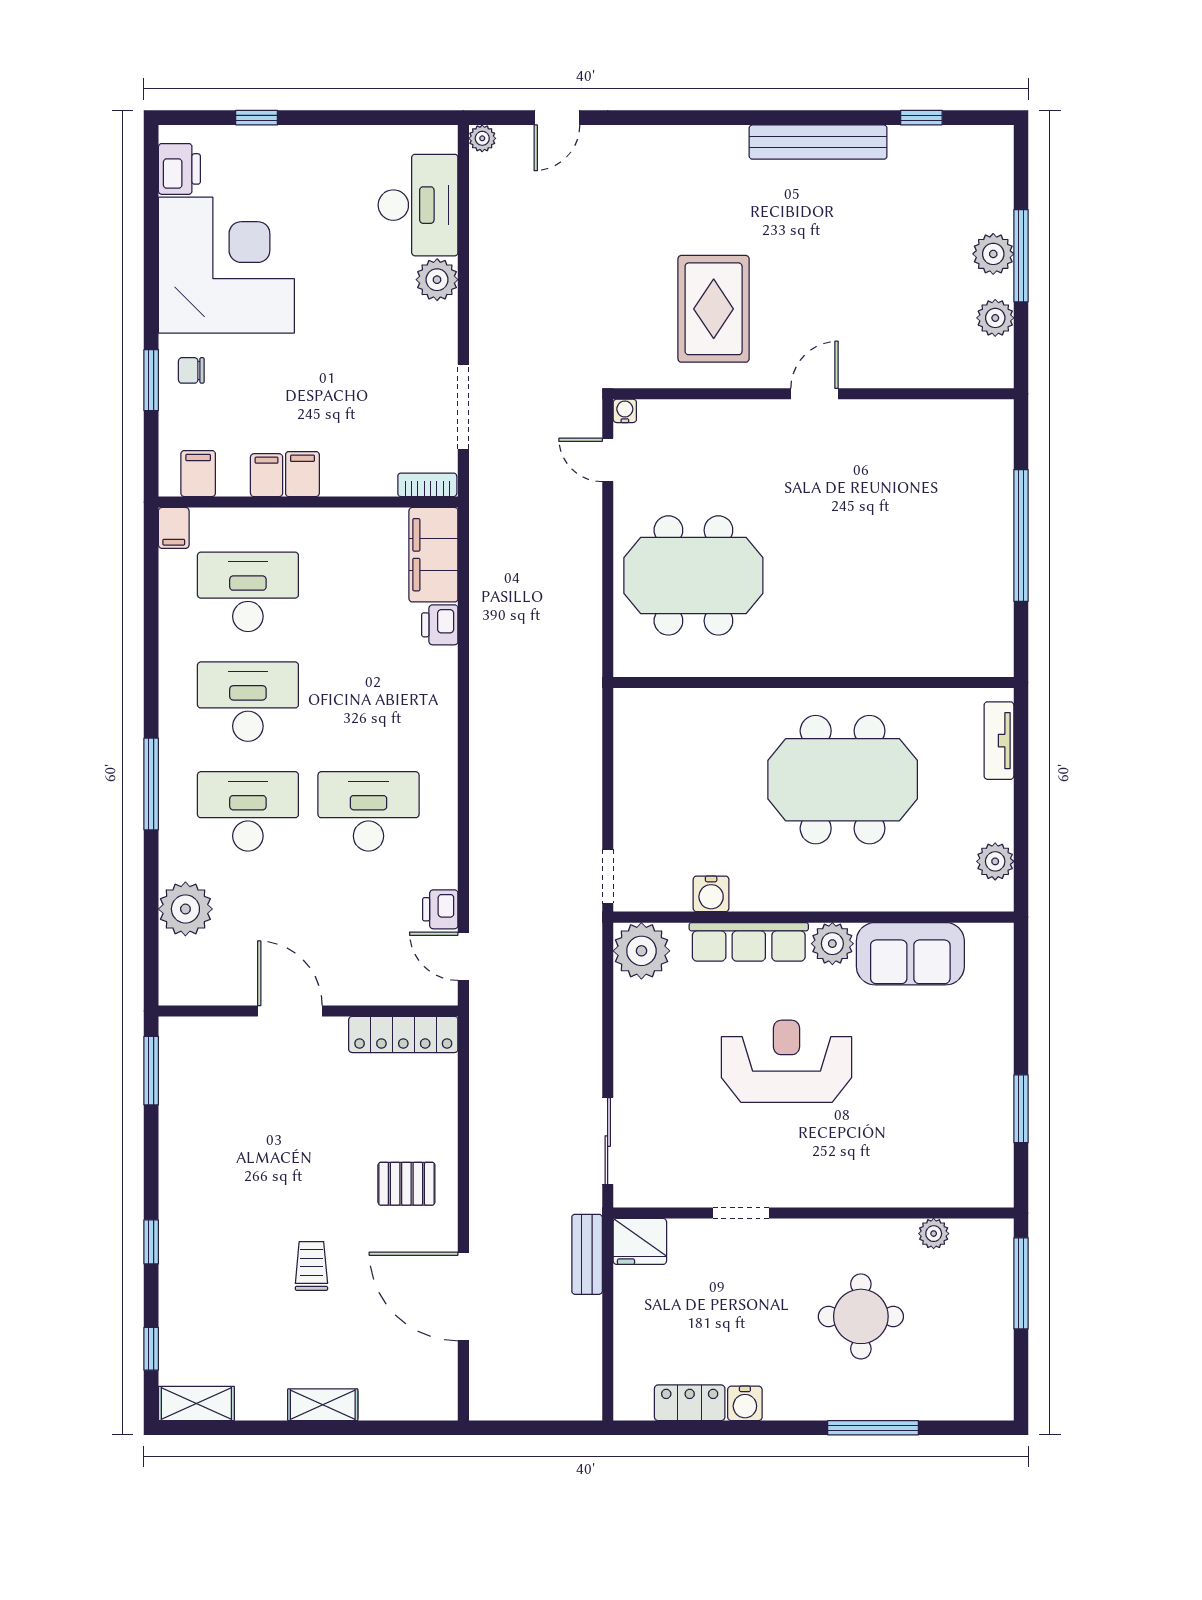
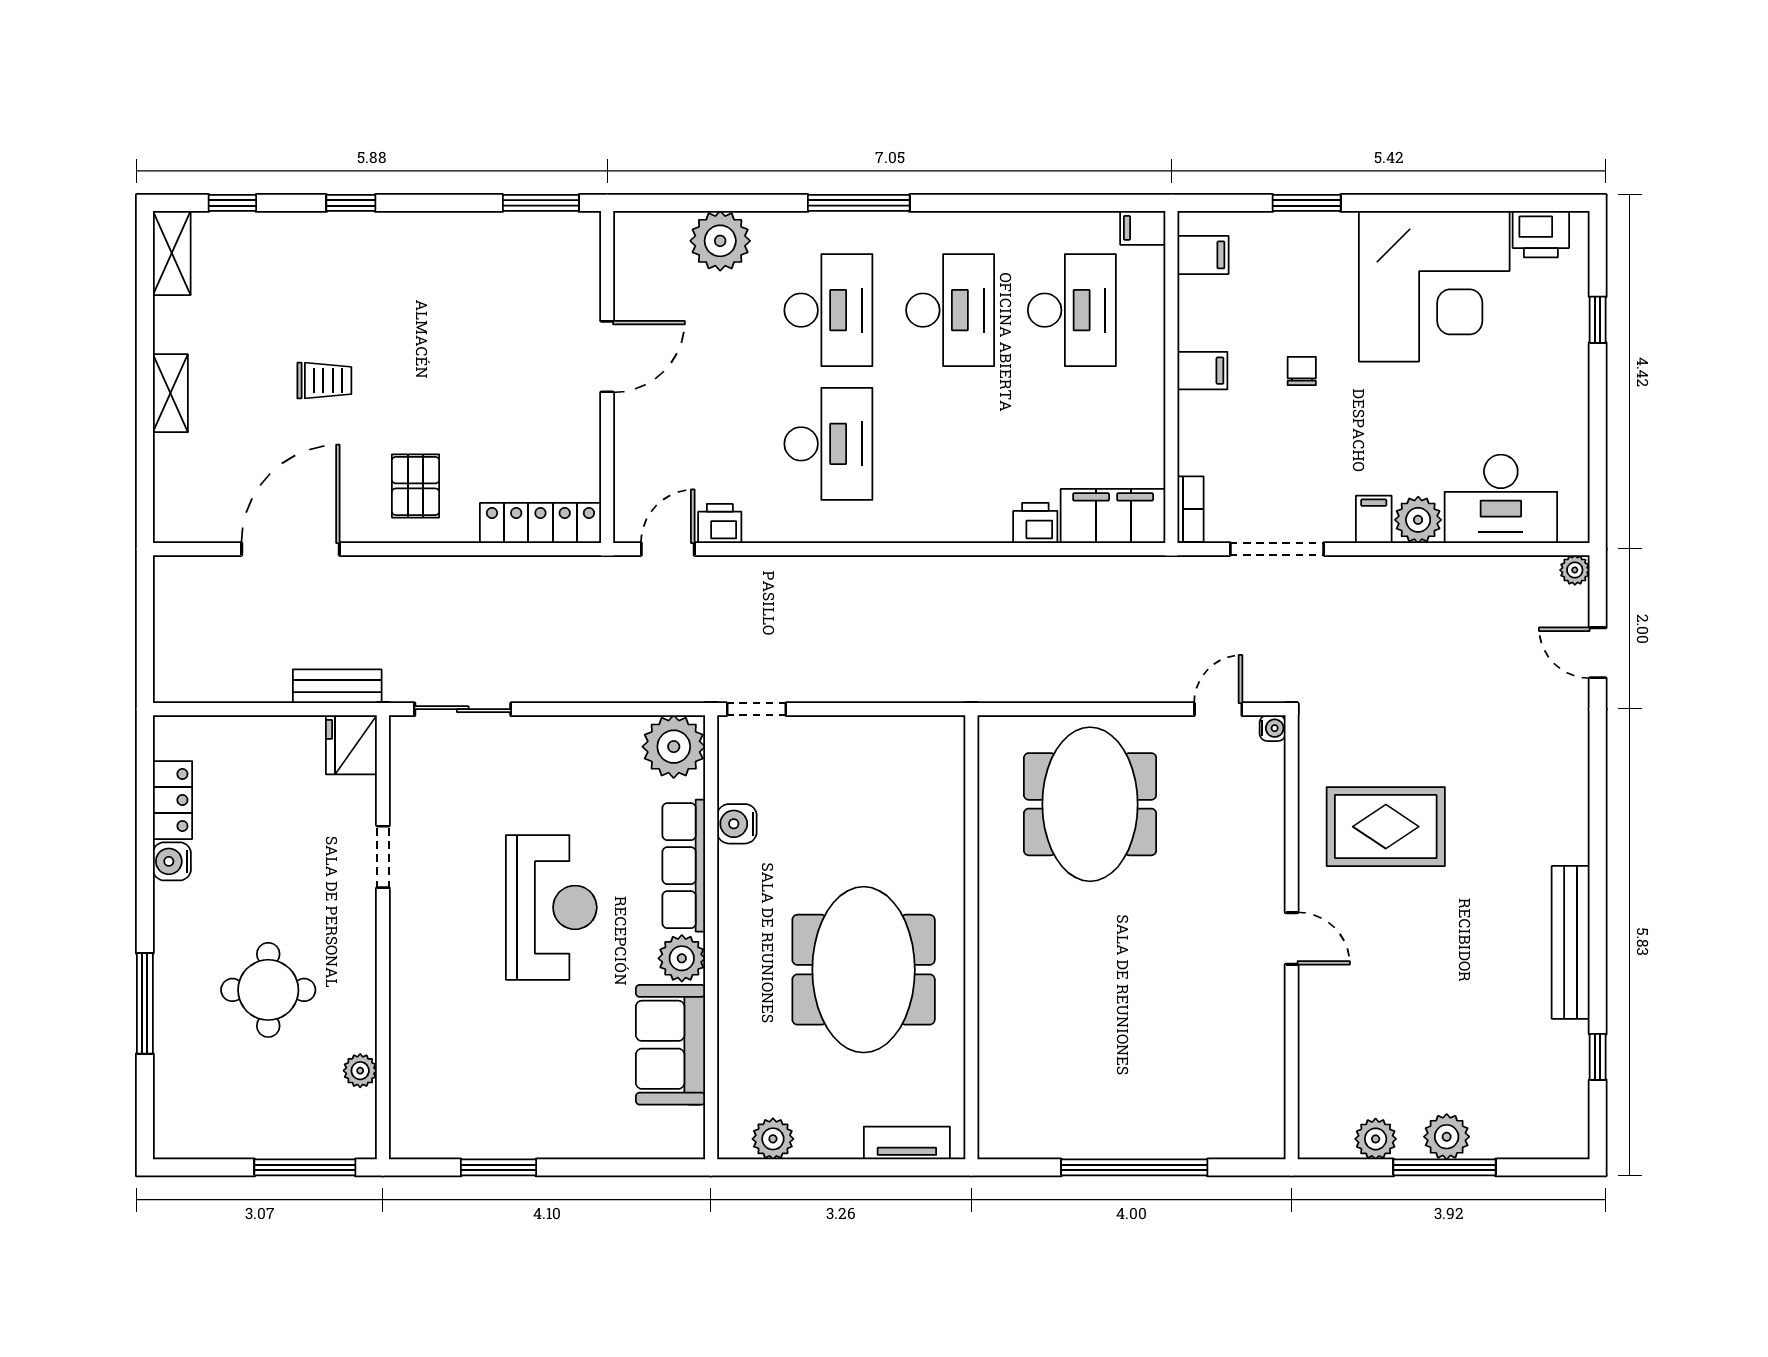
chair: (191, 370) -> (1302, 371), moved
filing cabinet: (267, 475) -> (1374, 519), moved, turned -90
locker: (403, 1034) -> (540, 523), moved, turned 90

